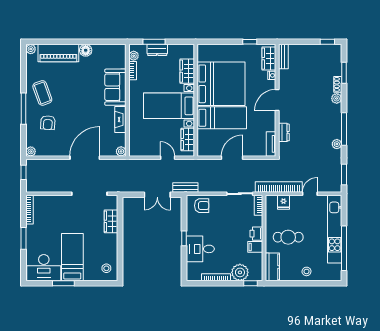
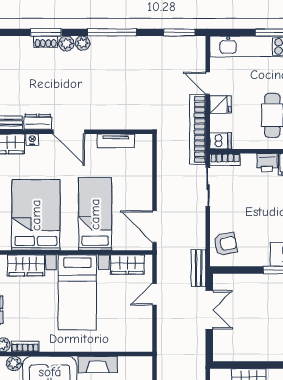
window: (344, 73) -> (46, 32), moved
bed: (221, 84) -> (36, 215), width x0.73
dresser: (284, 132) -> (38, 122), moved
tv unit: (271, 144) -> (116, 141), moved
plant: (337, 144) -> (83, 43), moved
plant: (121, 151) -> (14, 363), moved
door: (232, 158) -> (154, 227), moved
dishwasher: (271, 202) -> (221, 141), added
fridge: (283, 202) -> (221, 104), moved
armchair: (202, 206) -> (225, 244), turned 80

